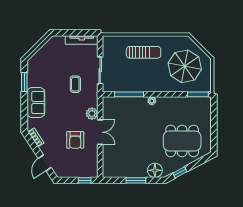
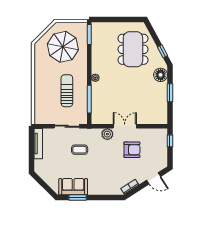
sun lounger: (144, 52) -> (67, 91), moved
sofa: (36, 102) -> (73, 187), moved

